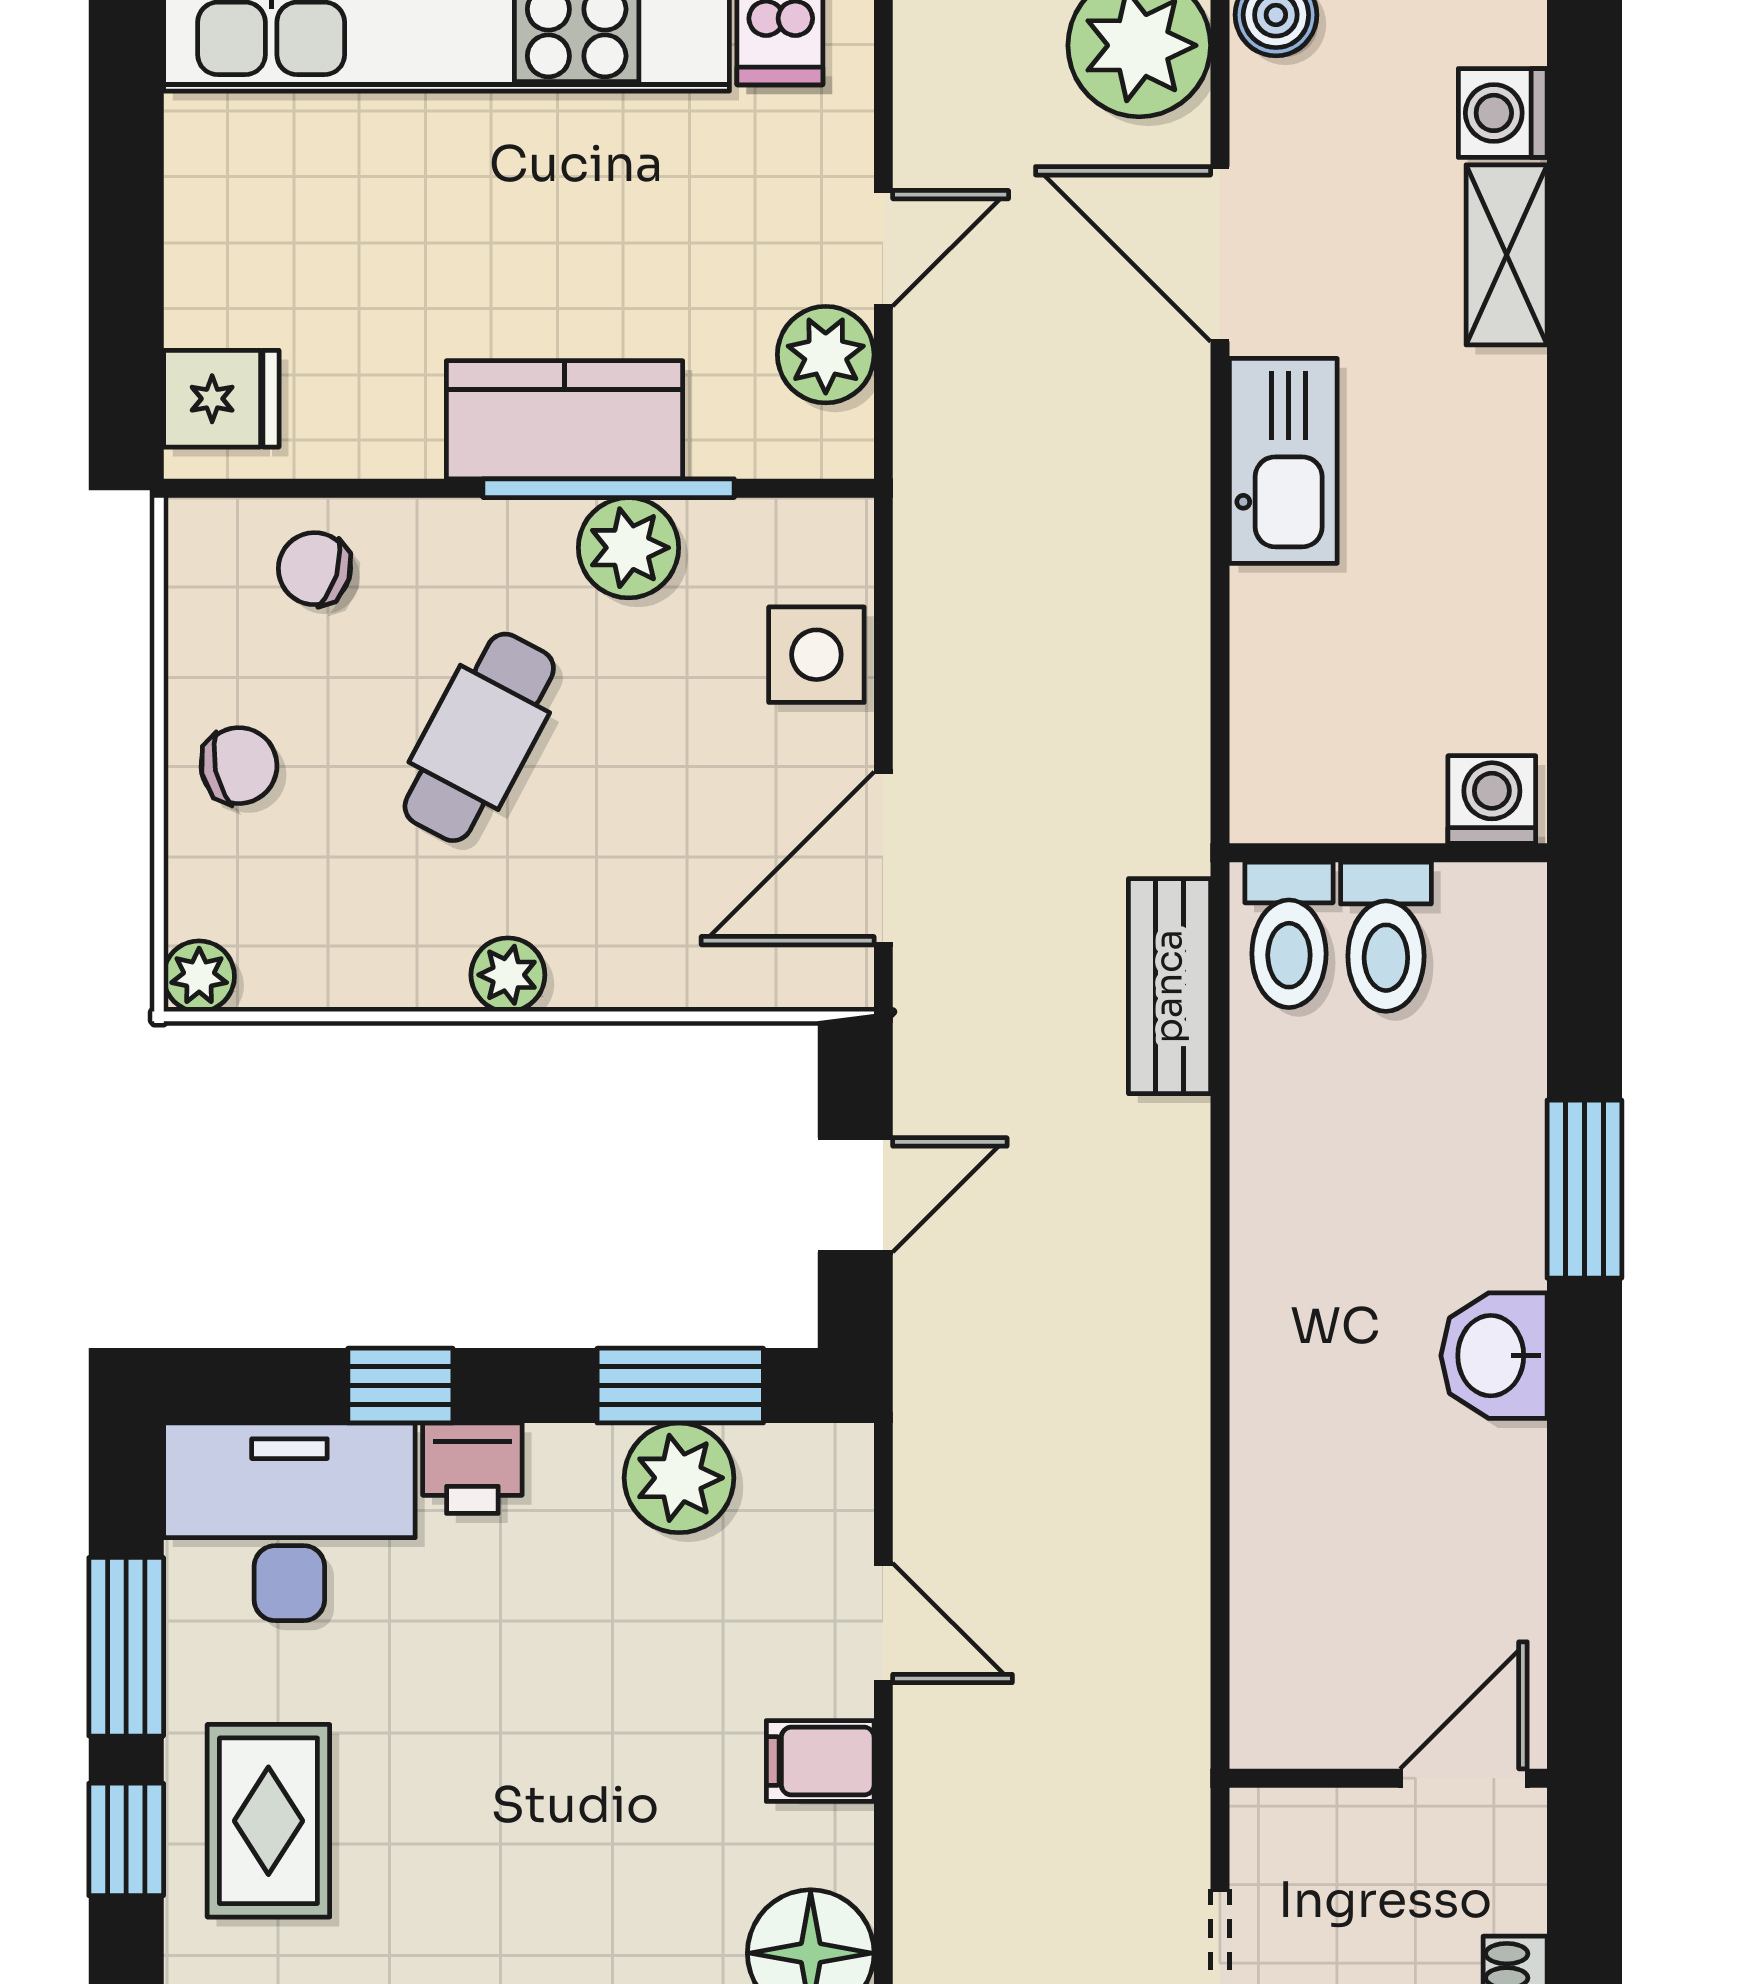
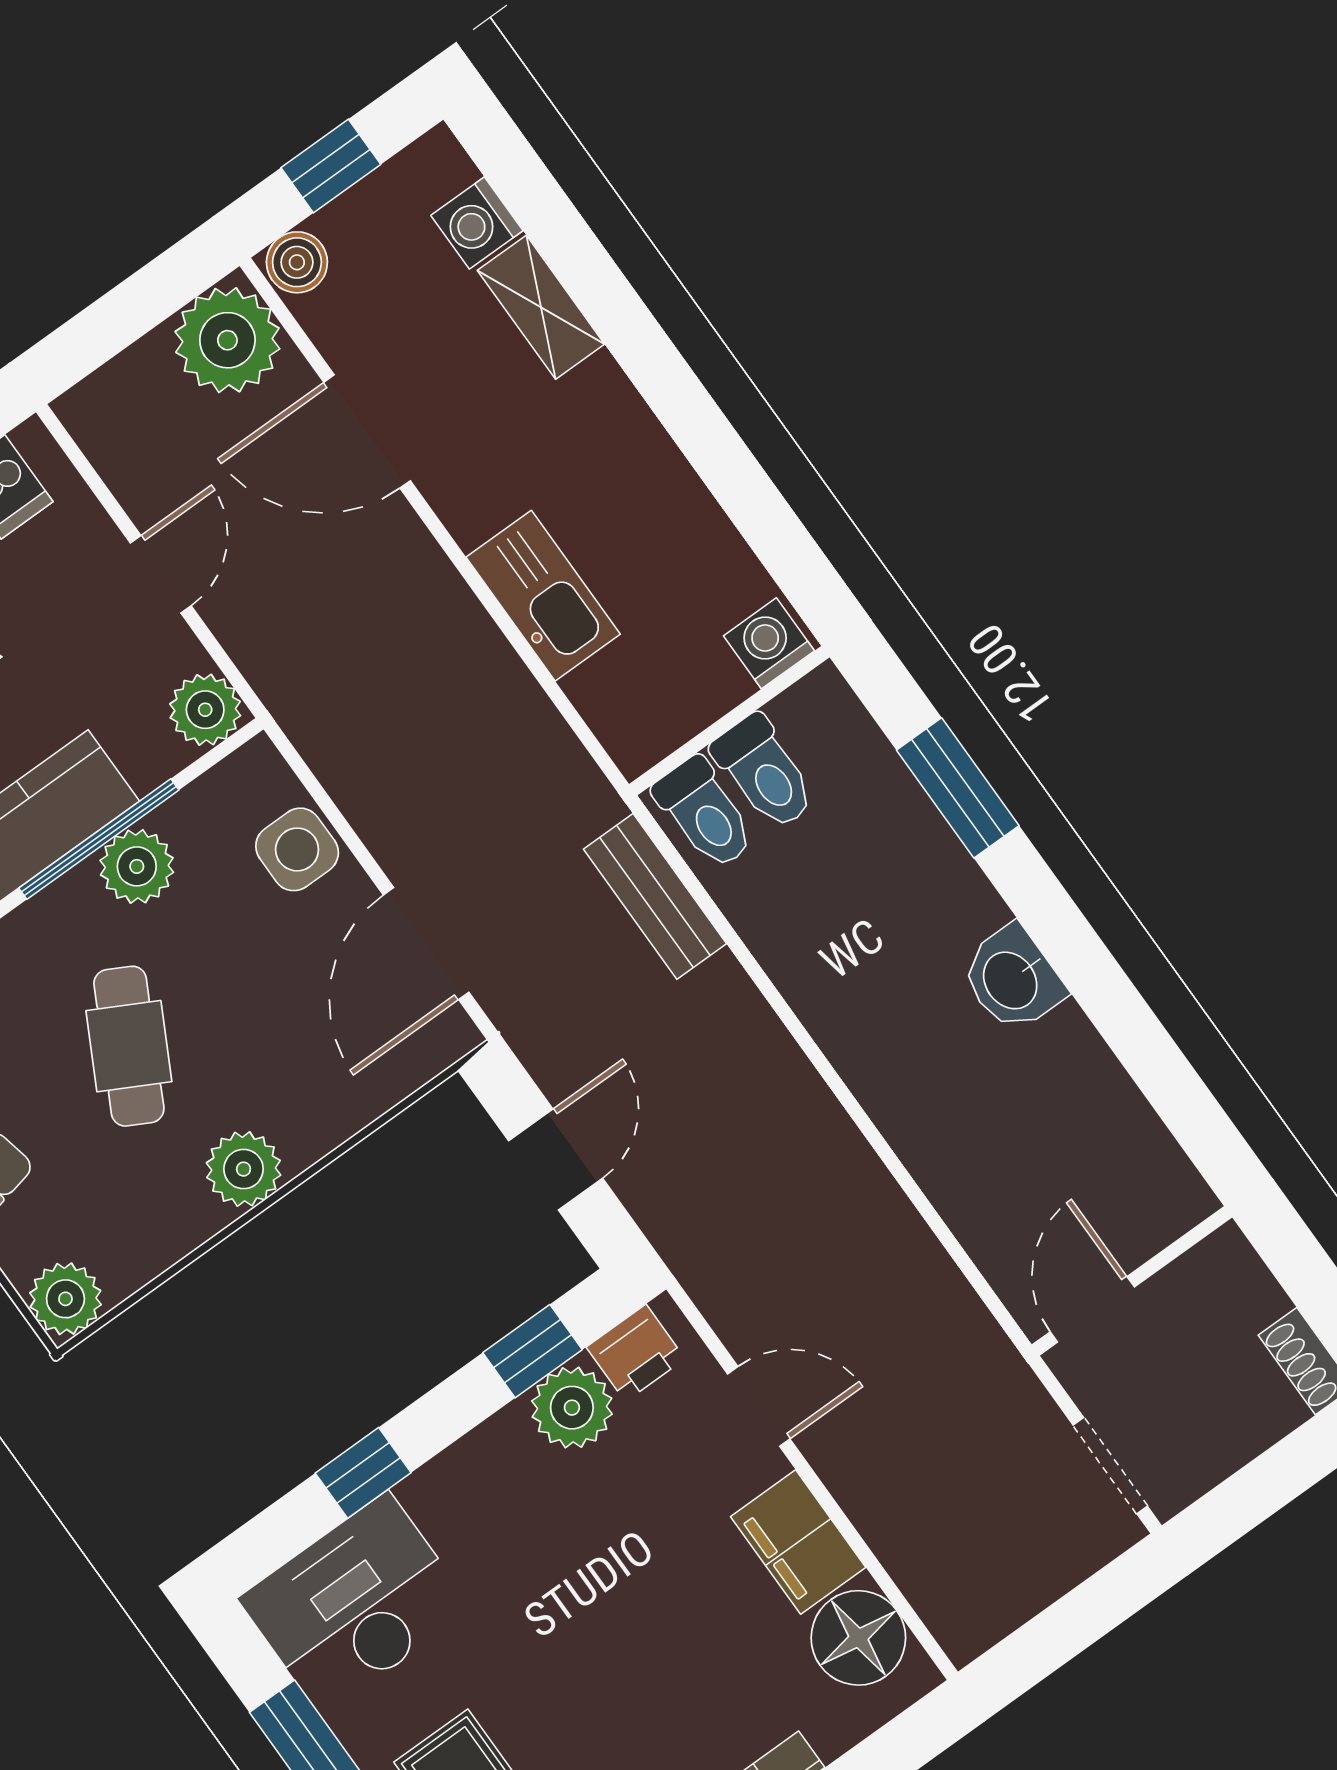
plant: (826, 355) -> (205, 710), moved
kitchen sink: (1283, 461) -> (543, 596), moved
plant: (508, 975) -> (244, 1169), width x1.38, depth x1.38
plant: (199, 976) -> (65, 1299), width x1.38, depth x1.38
window: (1584, 1189) -> (958, 788), moved
window: (680, 1386) -> (533, 1351), width x0.67
printer: (472, 1468) -> (636, 1353), moved
filing cabinet: (820, 1761) -> (798, 1542), width x2.00
door: (1464, 1778) -> (1092, 1309), moved

